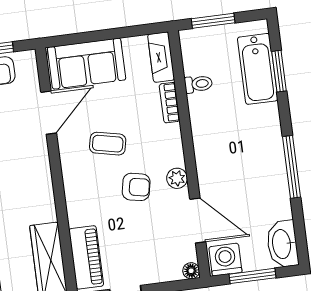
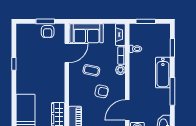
bathtub: (258, 69) -> (163, 73), moved
plant: (177, 178) -> (120, 70), moved
door: (198, 221) -> (127, 110), swing flipped

